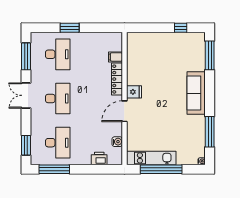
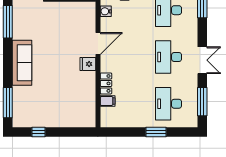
locker: (117, 79) -> (106, 83), width x0.66

